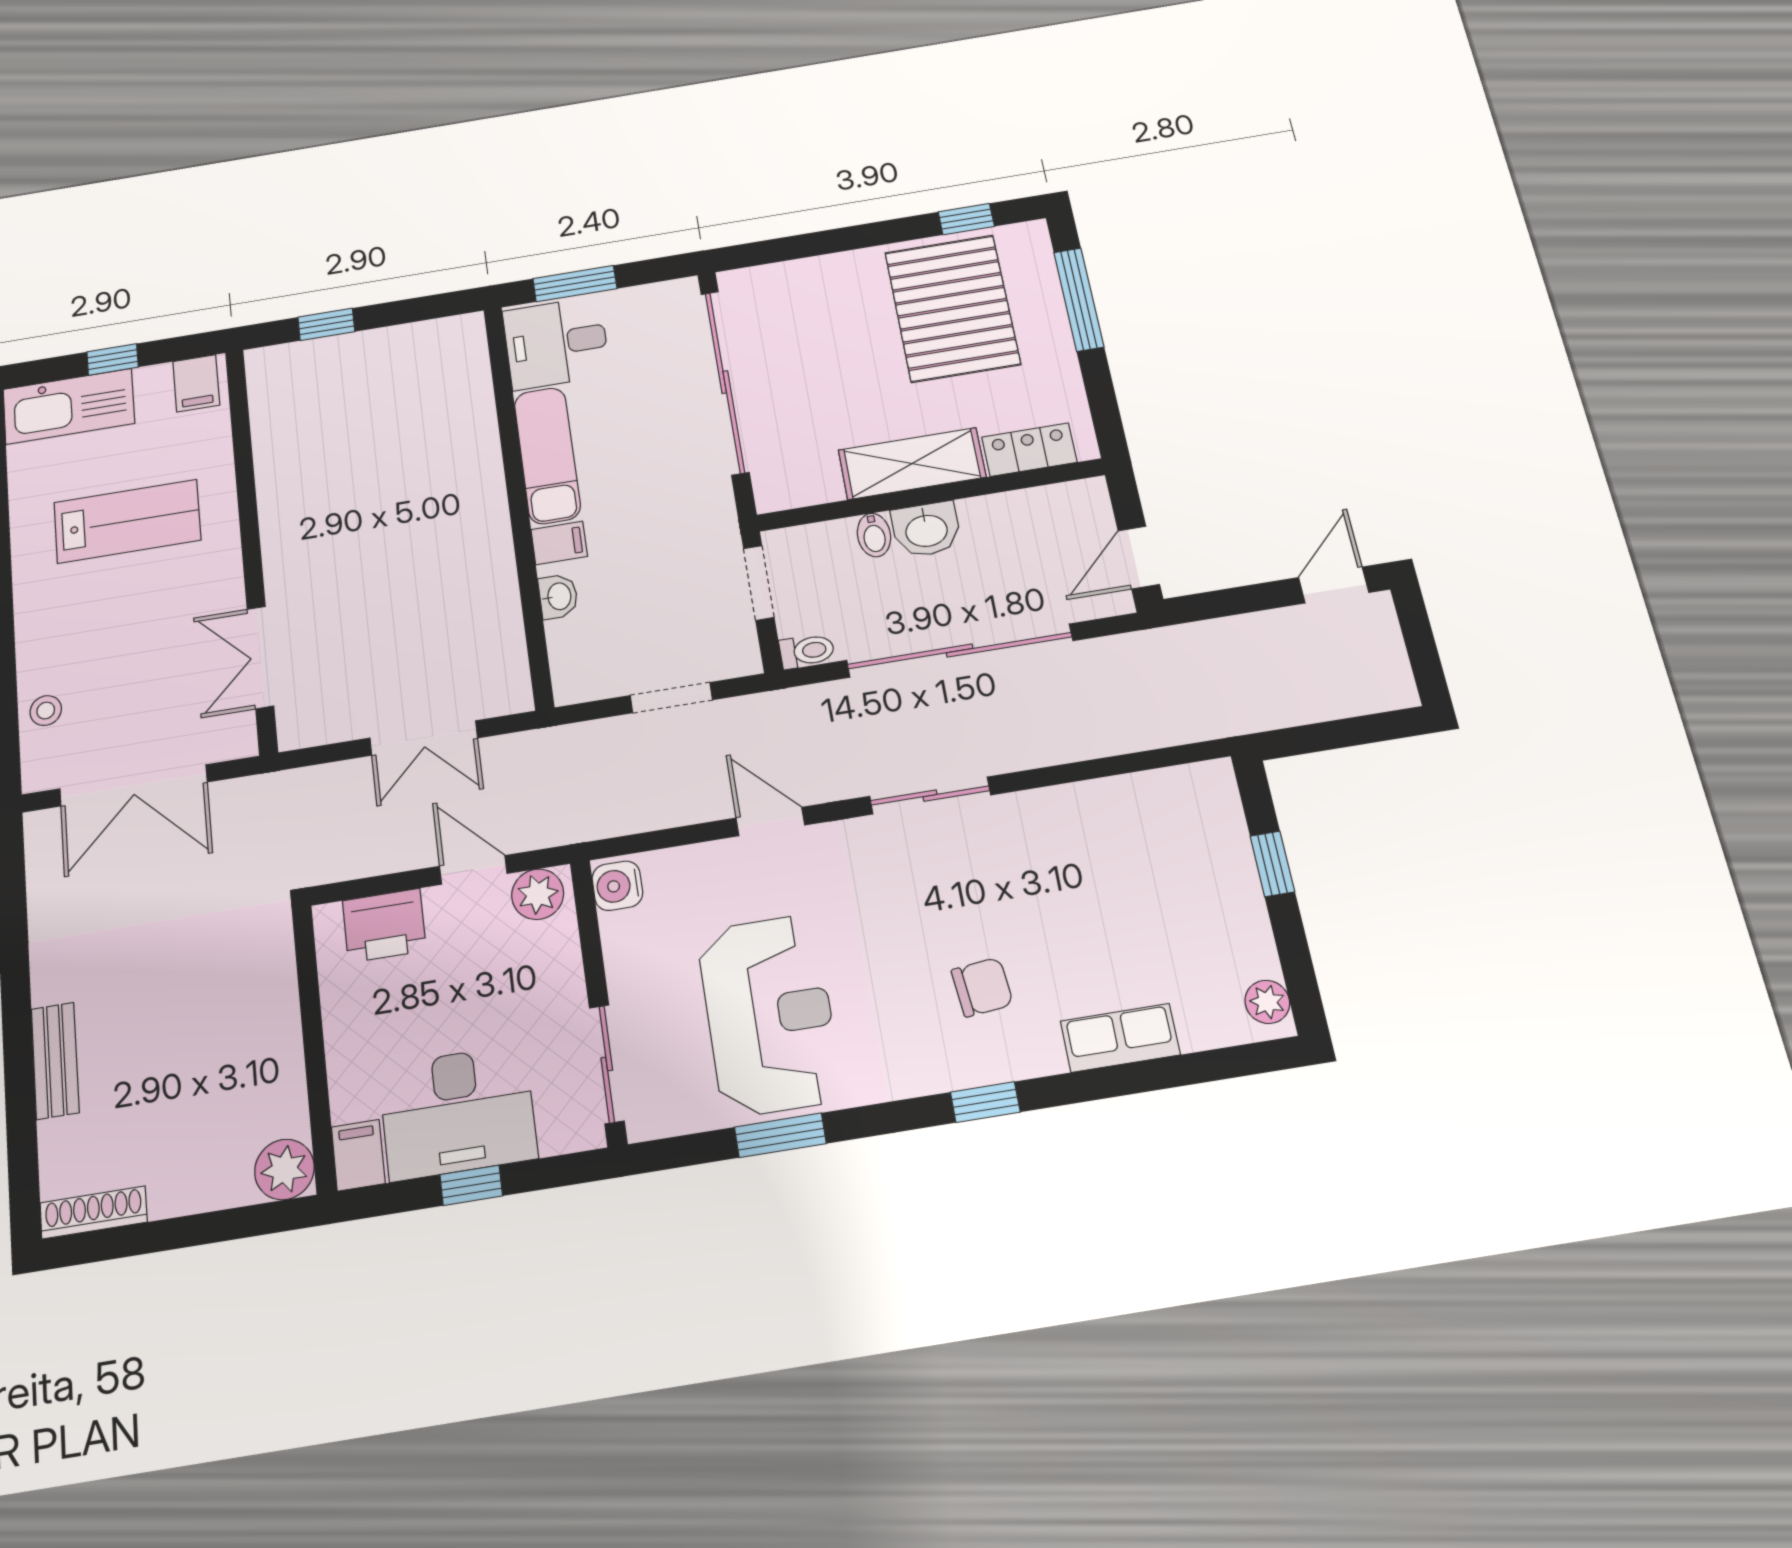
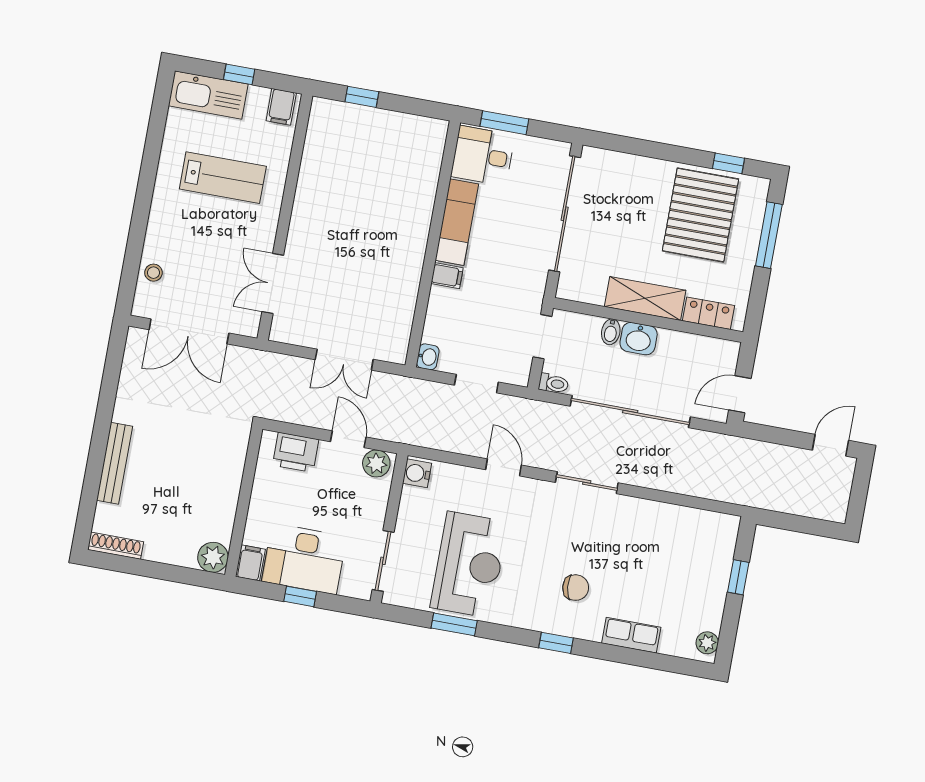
washbasin: (558, 596) -> (428, 357), moved
bench: (55, 1061) -> (115, 463), width x1.36

